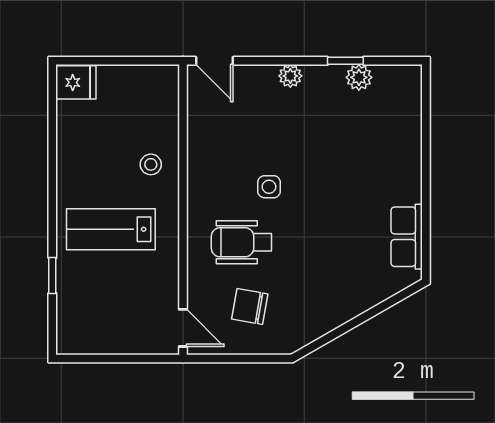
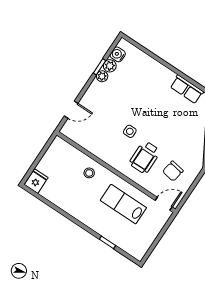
door: (214, 61) -> (71, 110), moved
plant: (290, 76) -> (102, 76), moved
water cooler: (388, 78) -> (118, 54), added
lab bench: (111, 229) -> (123, 204), moved, turned 90

